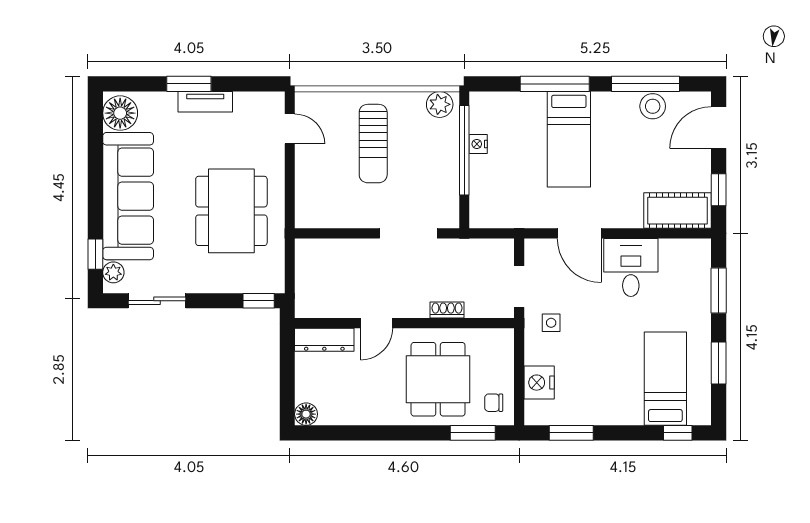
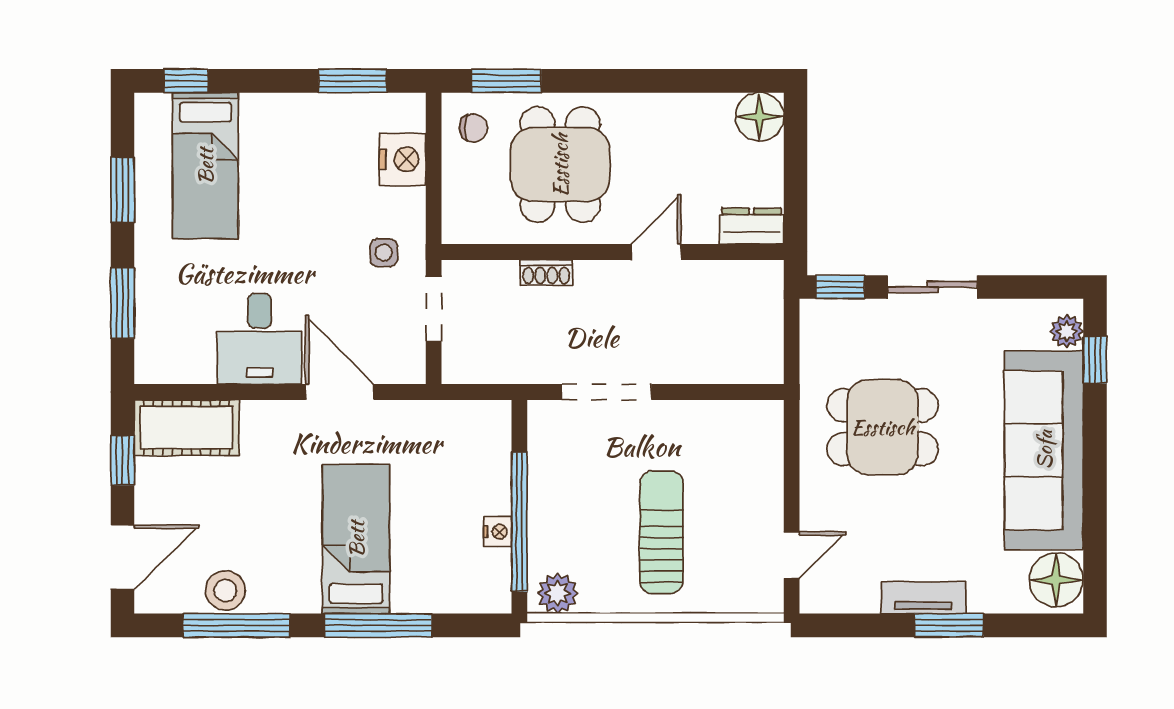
door: (290, 129) -> (792, 555), swing flipped
dining table: (231, 211) -> (883, 427), width x0.73
sliding door: (157, 301) -> (933, 287), moved
dresser: (324, 340) -> (752, 226), width x0.70
floor lamp: (306, 414) -> (760, 117), width x1.38, depth x1.38

